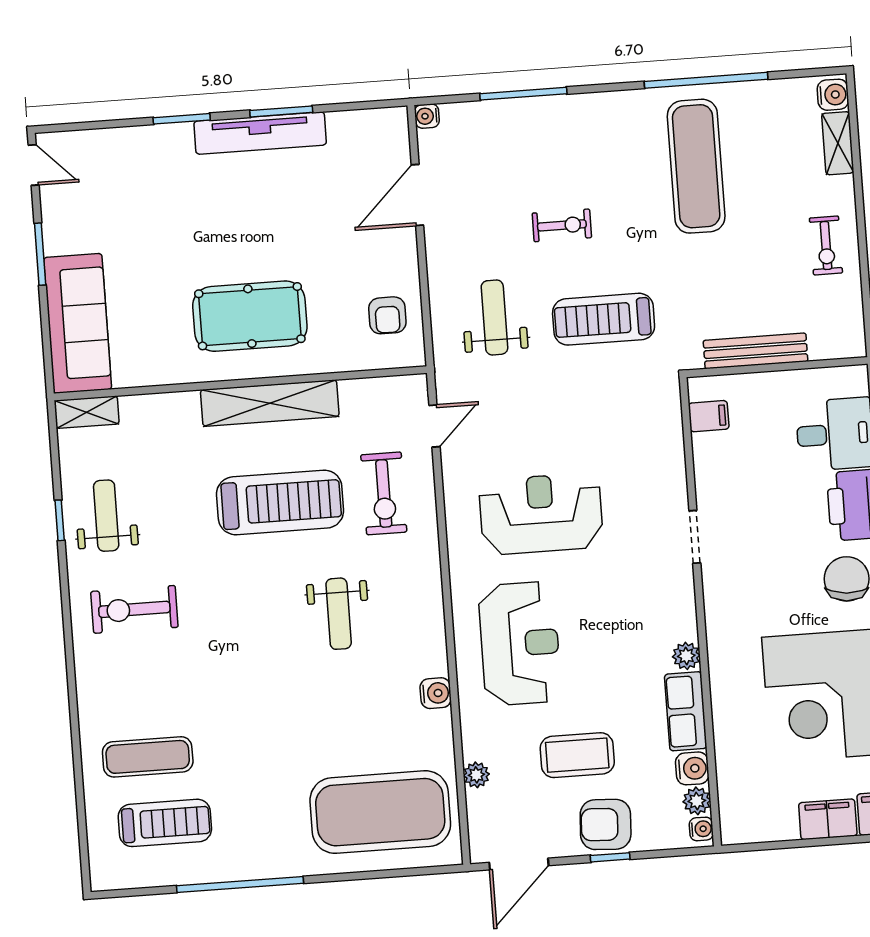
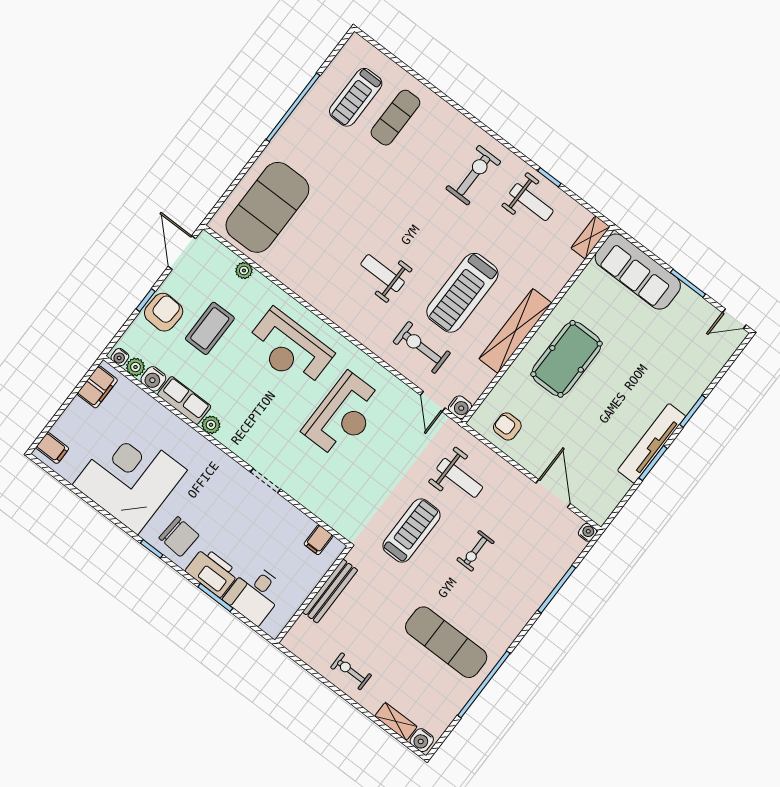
water cooler: (436, 693) -> (460, 407), moved, turned -90
filing cabinet: (828, 819) -> (97, 387), moved

